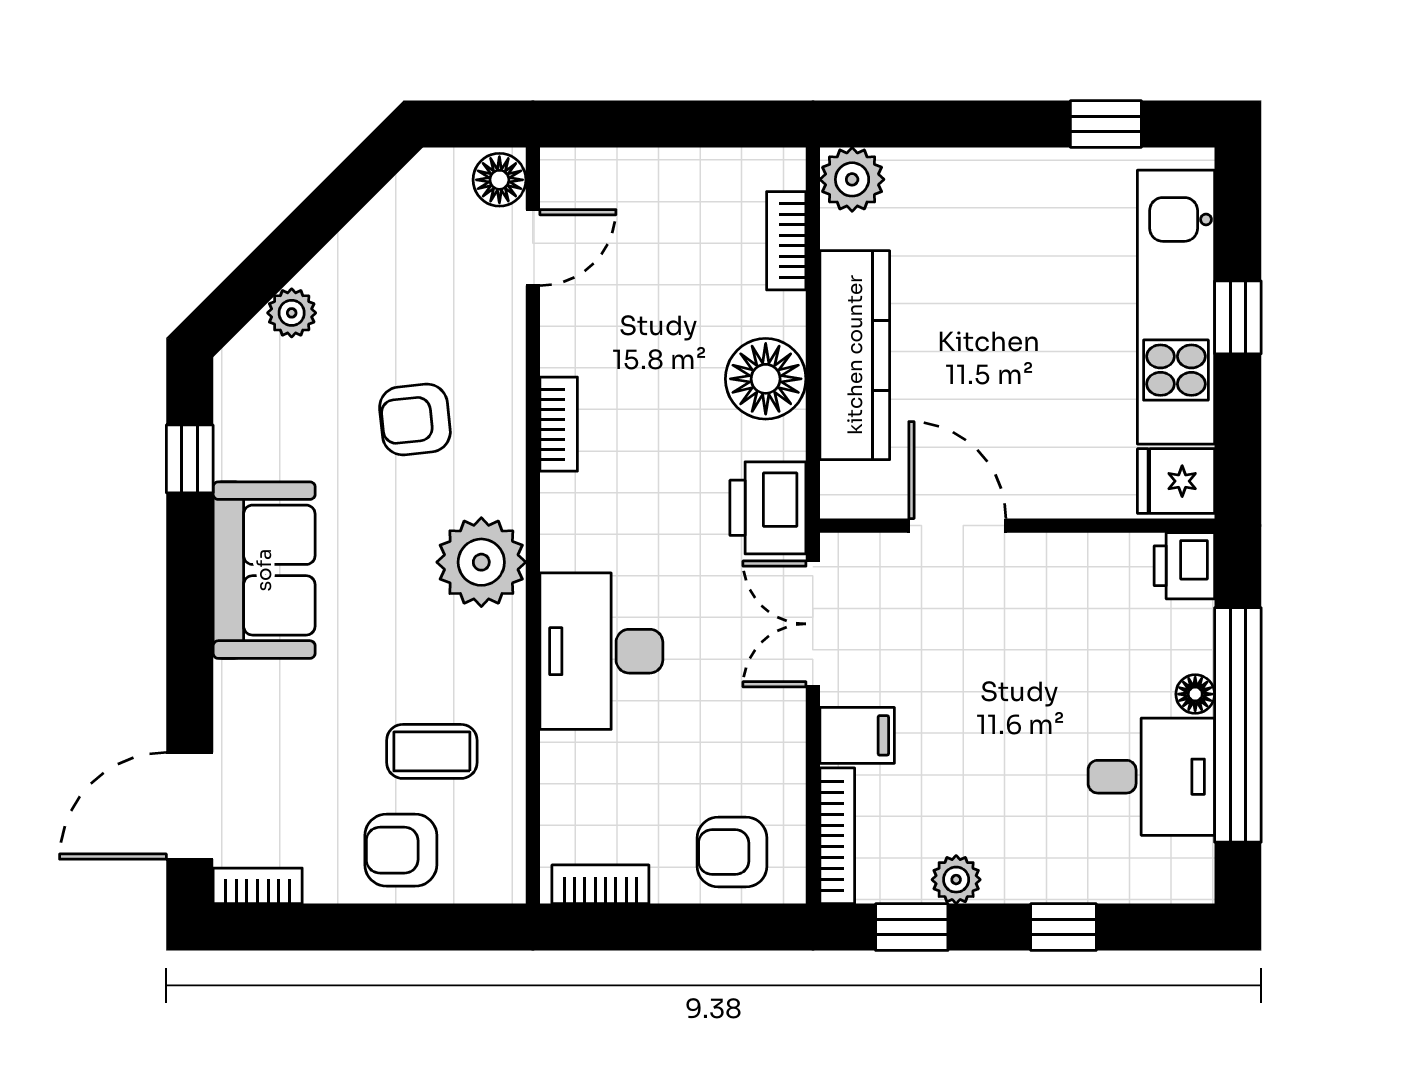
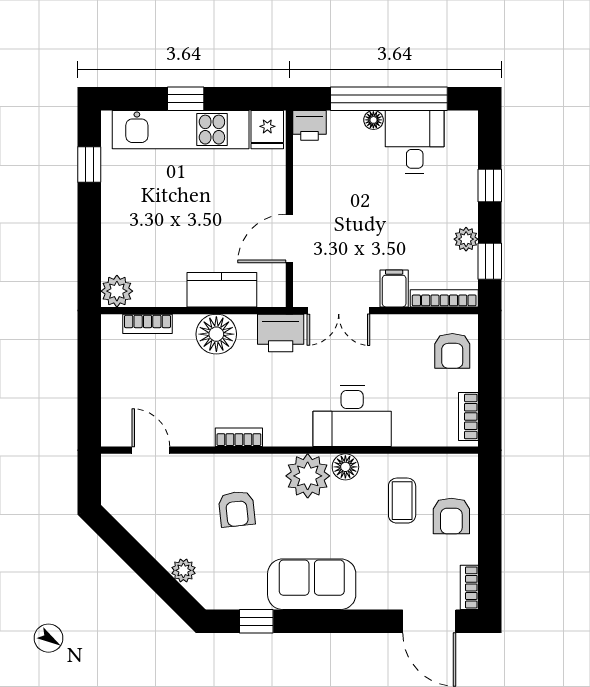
floor lamp: (499, 180) -> (345, 467), moved
kitchen counter: (855, 355) -> (222, 290), width x0.67

